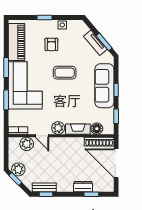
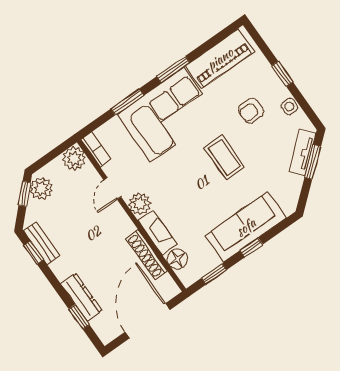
window: (104, 42) -> (313, 162), moved
tv unit: (95, 43) -> (302, 152), moved
shoe rack: (99, 142) -> (147, 255), moved
plant: (27, 144) -> (74, 159), moved
dresser: (83, 187) -> (81, 297), width x1.44

